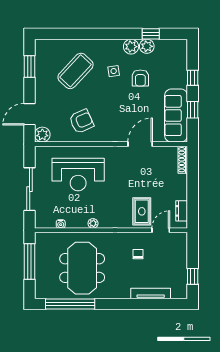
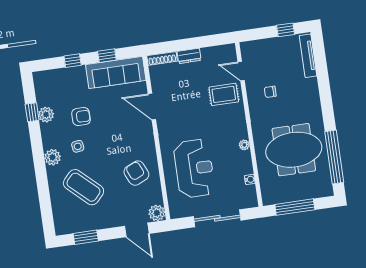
plant: (131, 47) -> (53, 157), moved
dresser: (182, 211) -> (189, 56), moved
tv unit: (151, 293) -> (308, 56), moved

